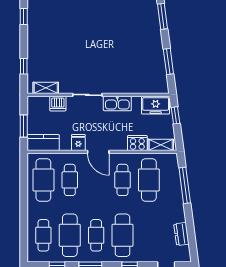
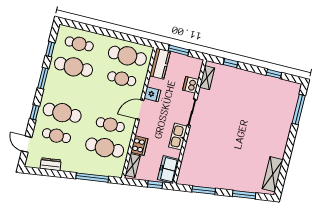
cafe table: (96, 235) -> (56, 136), moved

